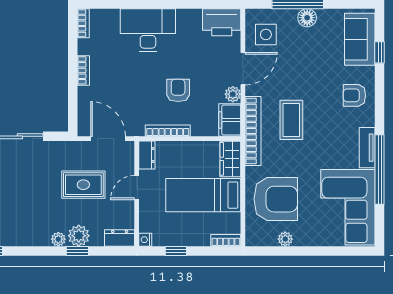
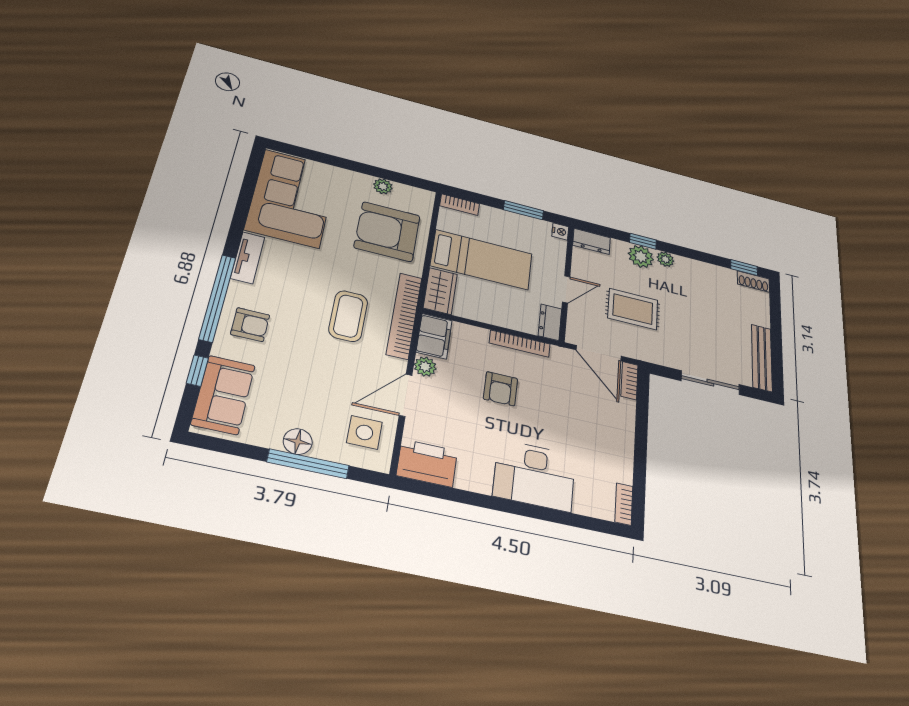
bookcase: (83, 70) -> (629, 381), moved
window: (380, 170) -> (217, 298), moved
window: (176, 251) -> (524, 210), width x1.50

